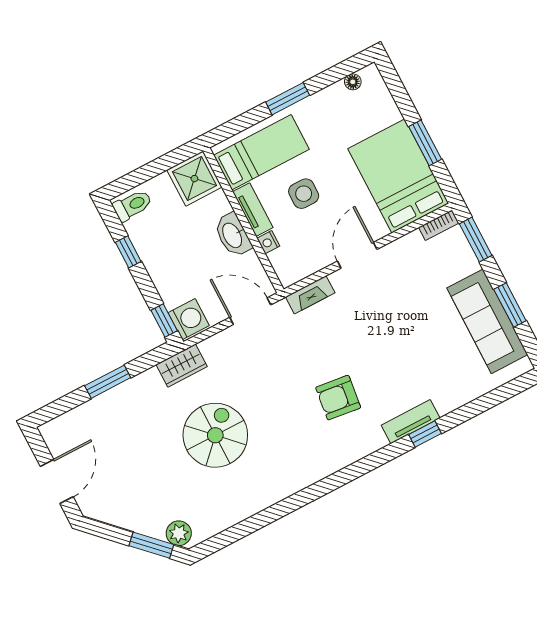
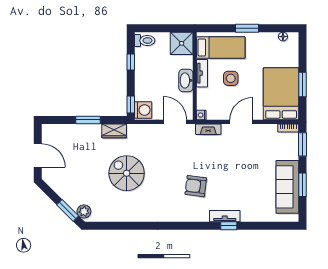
nightstand: (268, 242) -> (201, 115), moved
wardrobe: (182, 366) -> (114, 131), moved
spiral stairs: (215, 435) -> (127, 173), turned -90
door: (57, 482) -> (38, 155), hinge flipped

